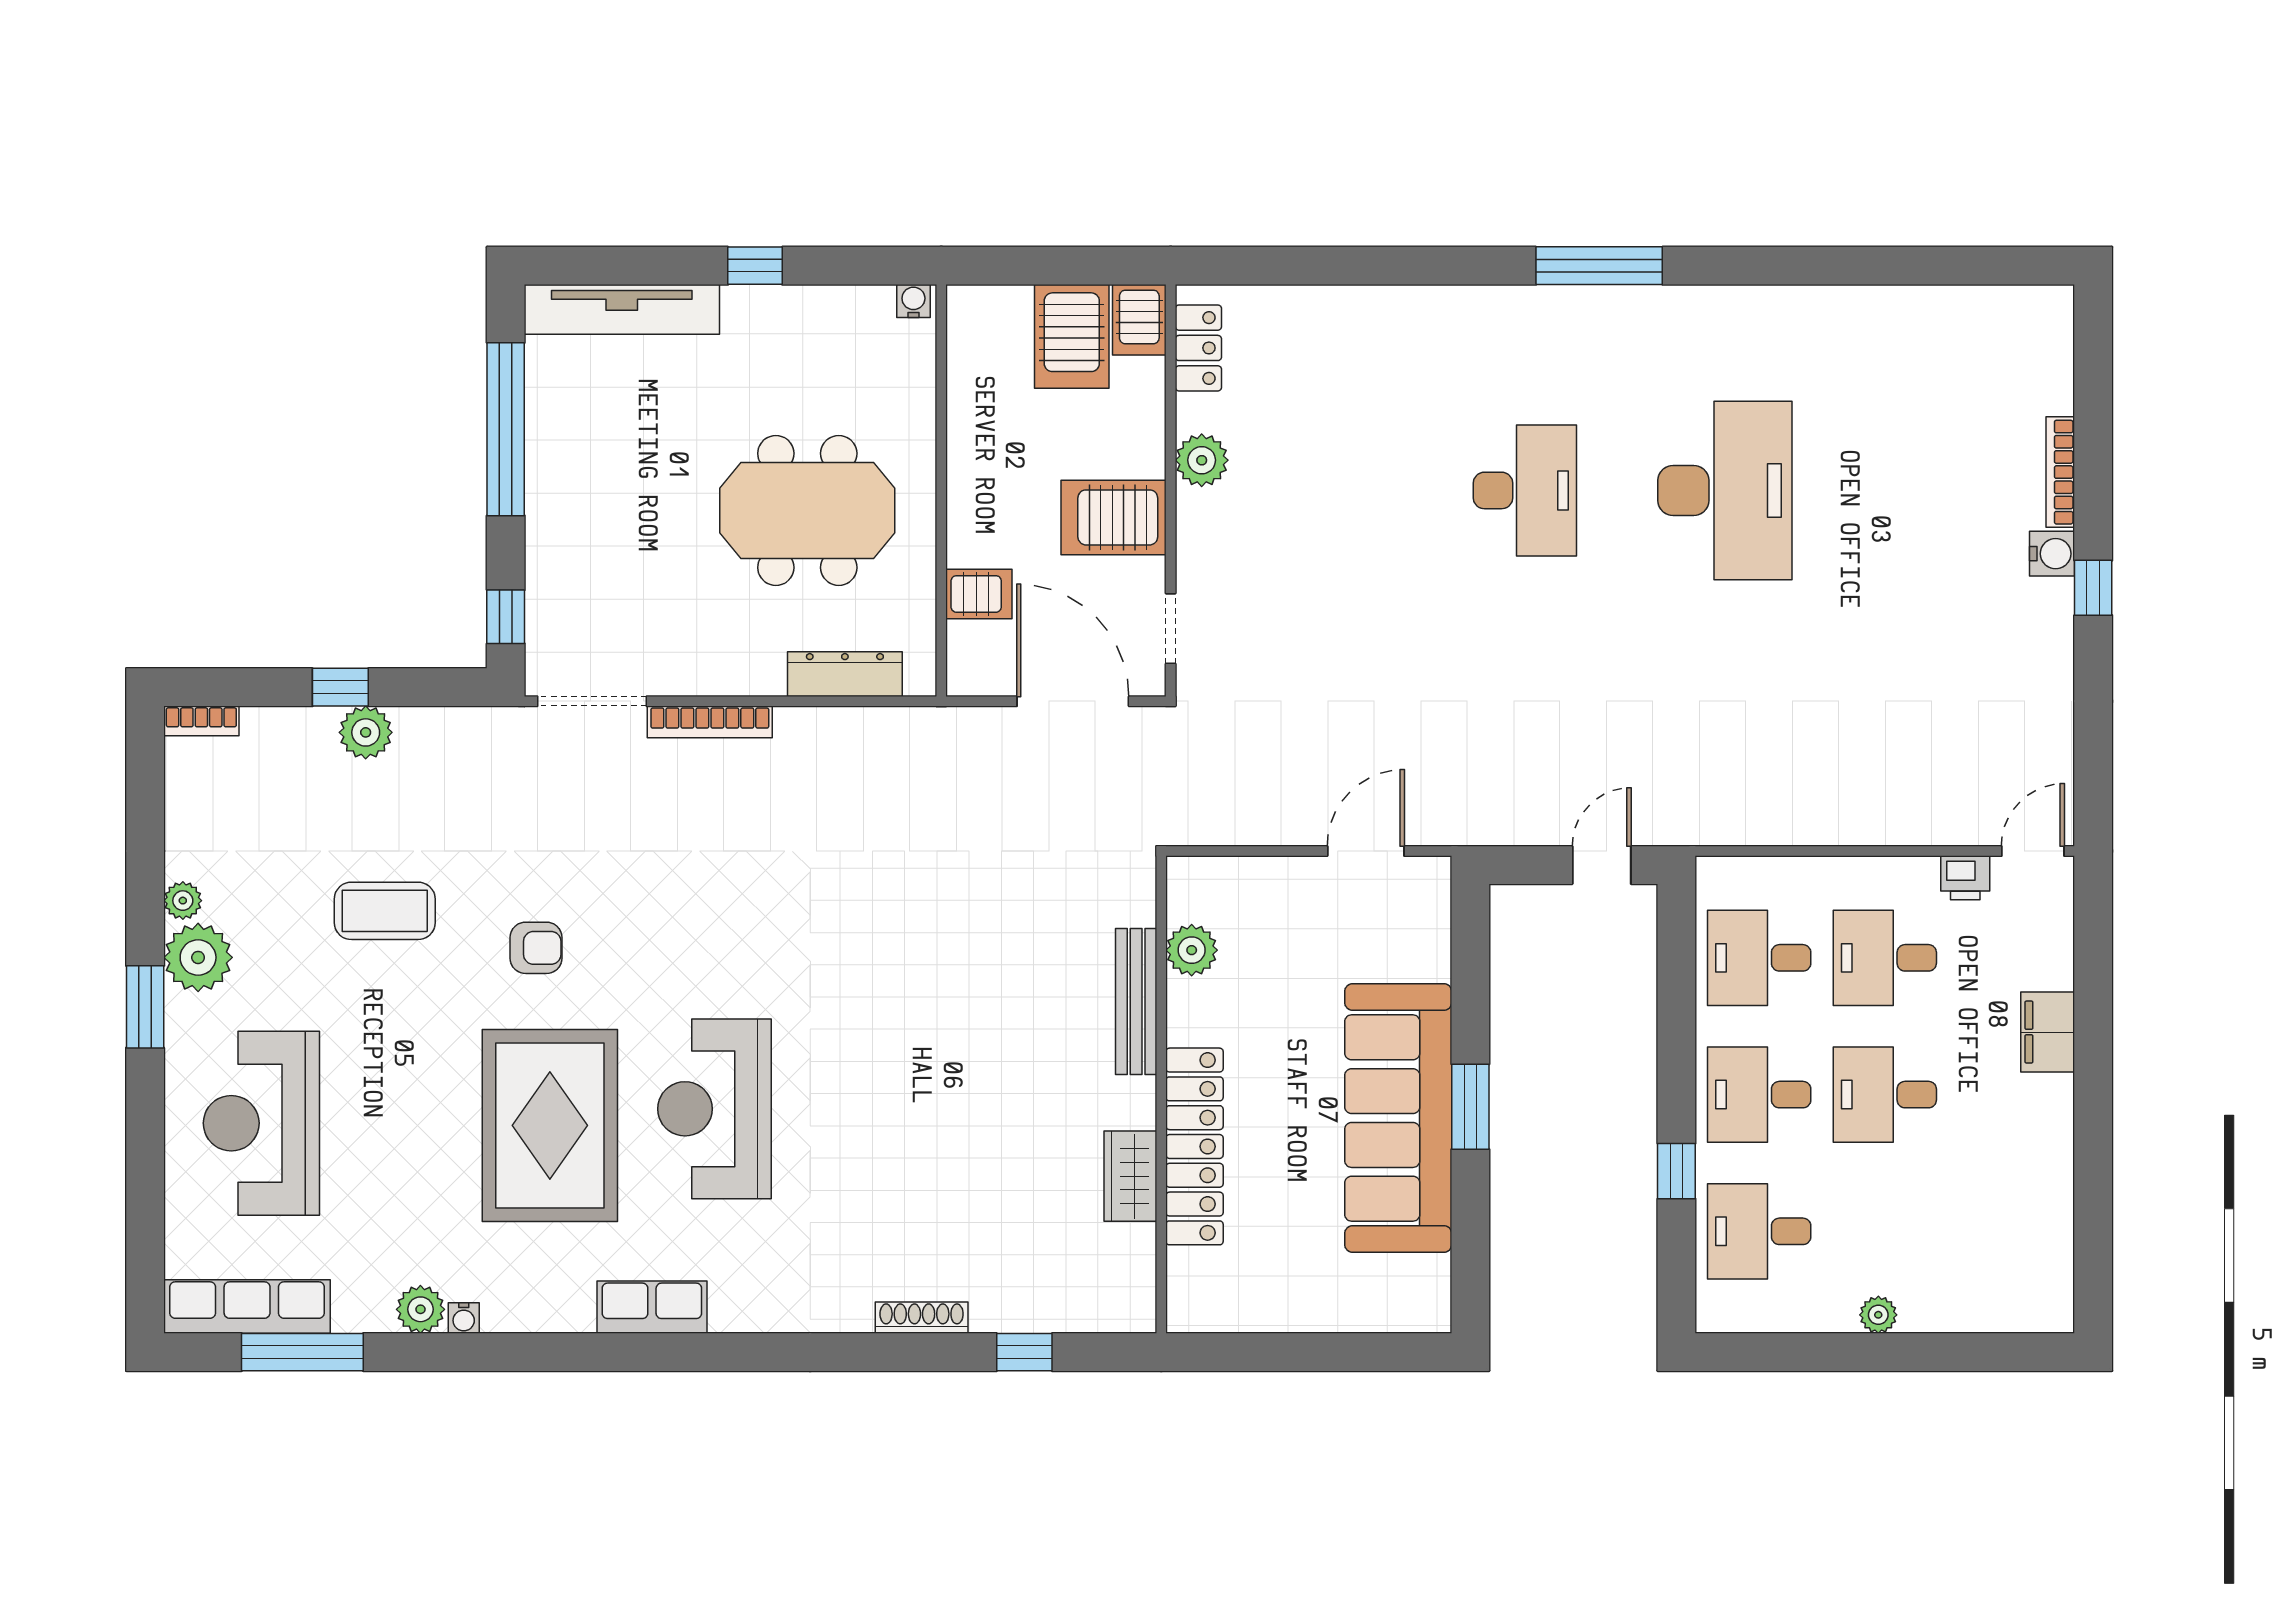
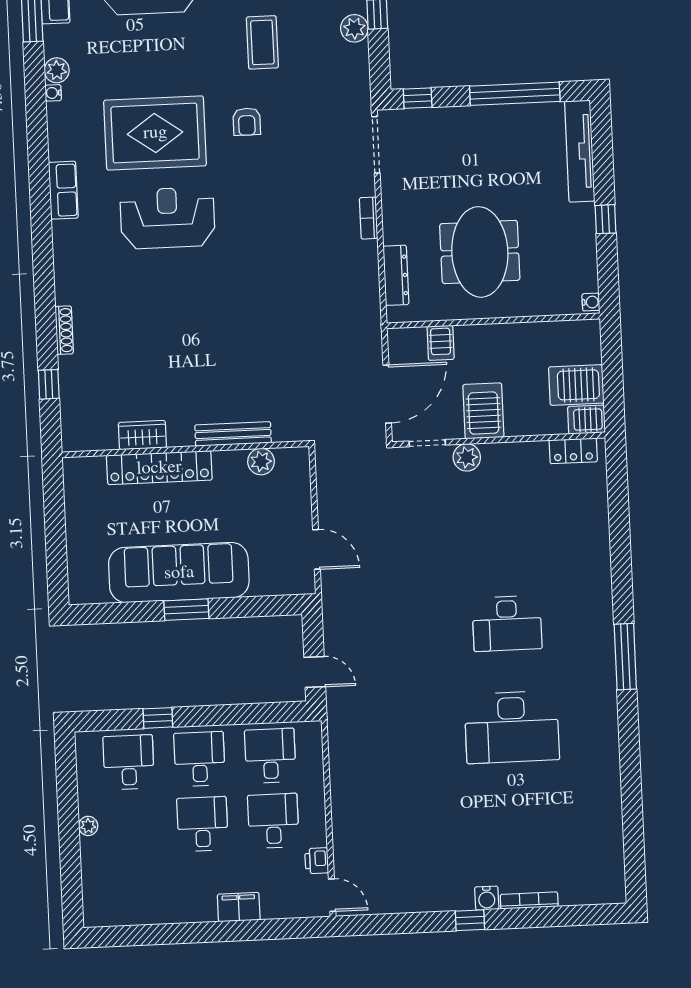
plant: (1202, 460) -> (467, 457), moved
bookcase: (710, 722) -> (368, 218), width x0.64

